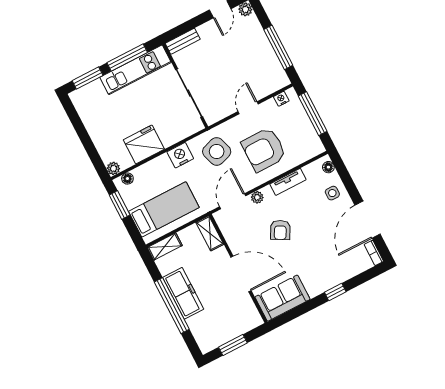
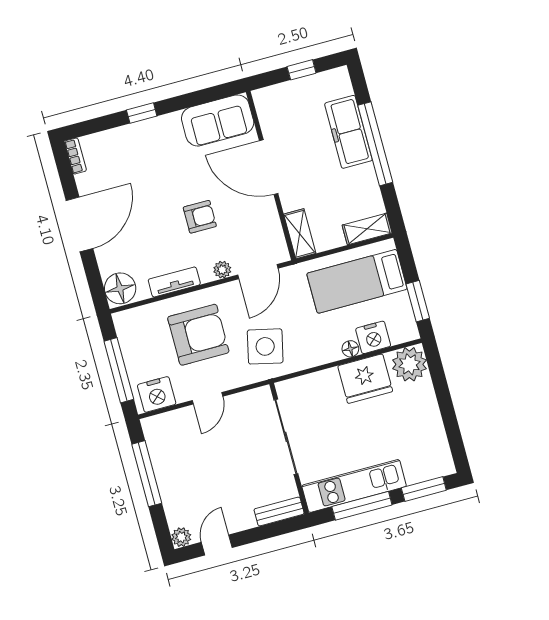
nightstand: (281, 99) -> (157, 394), width x1.89, depth x1.79
side table: (217, 152) -> (265, 346), turned 31
nightstand: (180, 155) -> (373, 337), moved
floor lamp: (328, 167) -> (120, 288), width x1.89, depth x1.89
plant: (113, 168) -> (409, 364), width x1.88, depth x1.88
floor lamp: (127, 179) -> (350, 349), moved
side table: (332, 193) -> (115, 253), removed
door: (368, 220) -> (79, 224), moved
armchair: (280, 230) -> (200, 217), turned 61
freezer: (183, 293) -> (348, 132), moved
window: (233, 345) -> (302, 70), width x0.67

